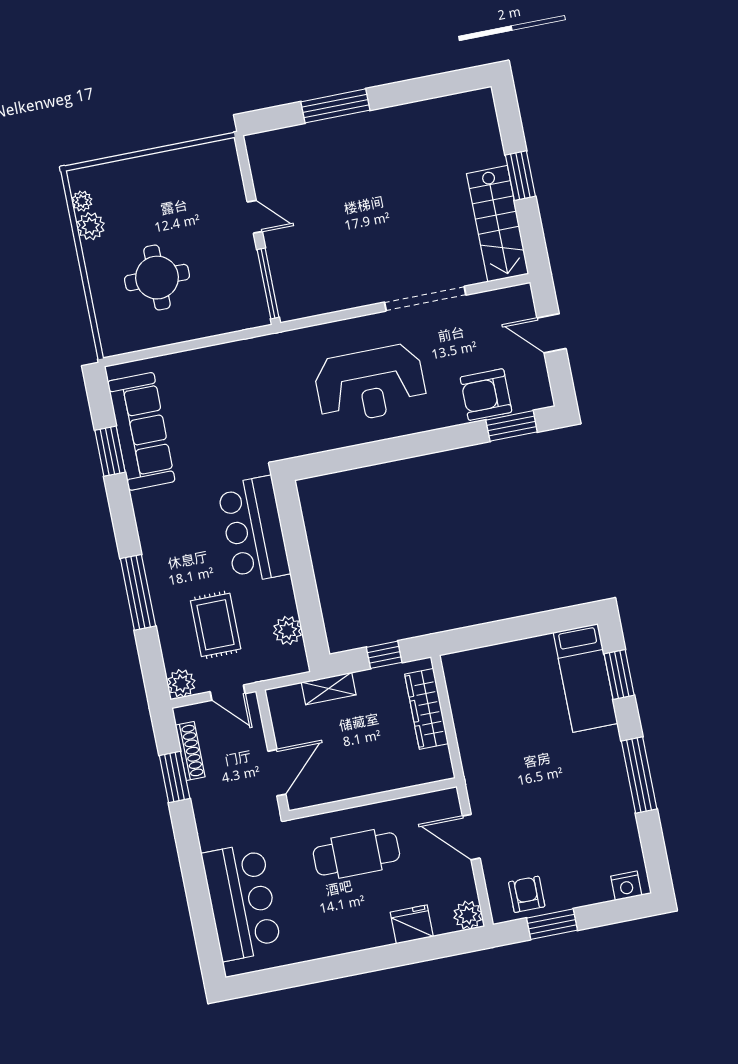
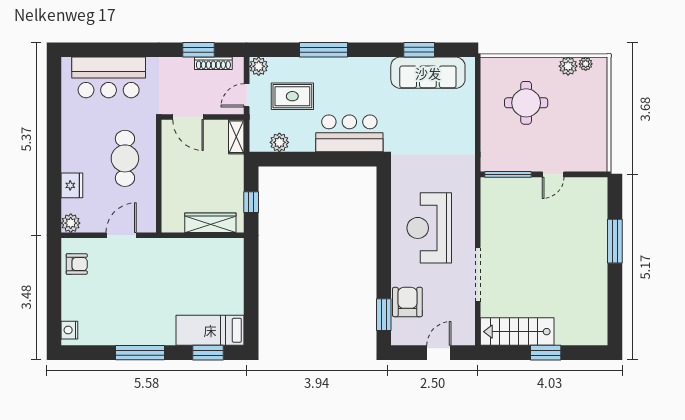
shelving: (329, 689) -> (236, 137), moved
window: (552, 924) -> (54, 277), removed

